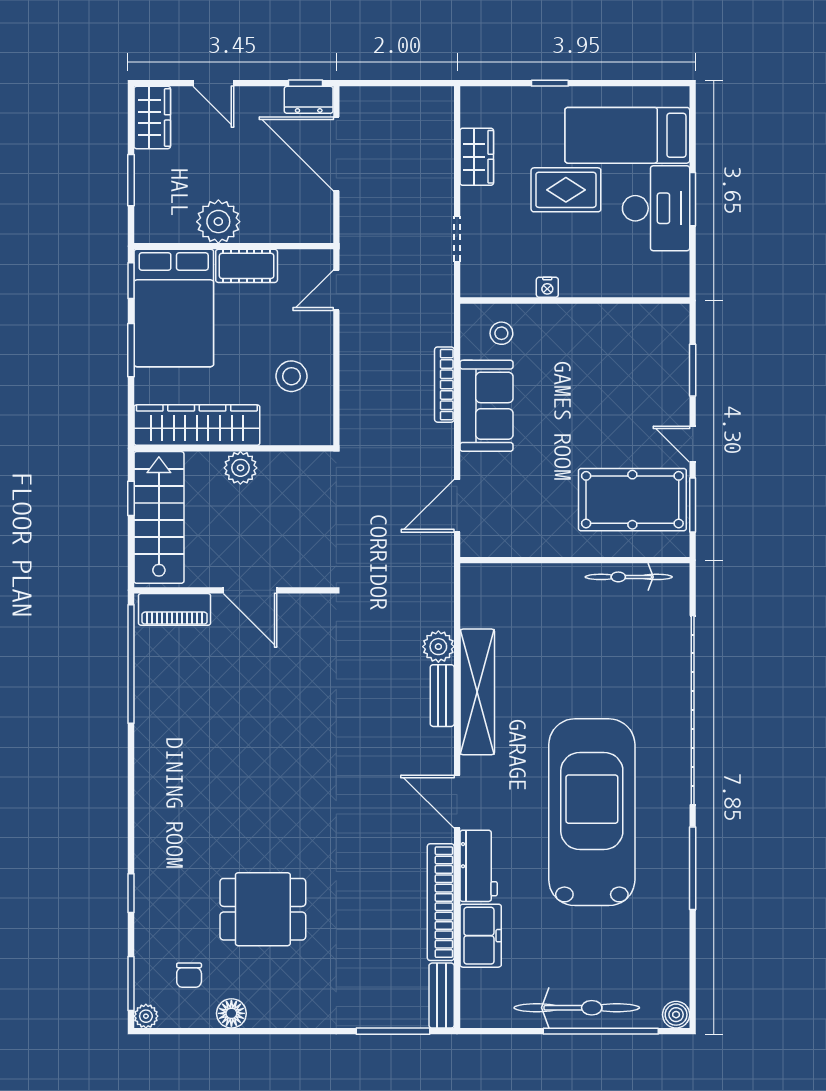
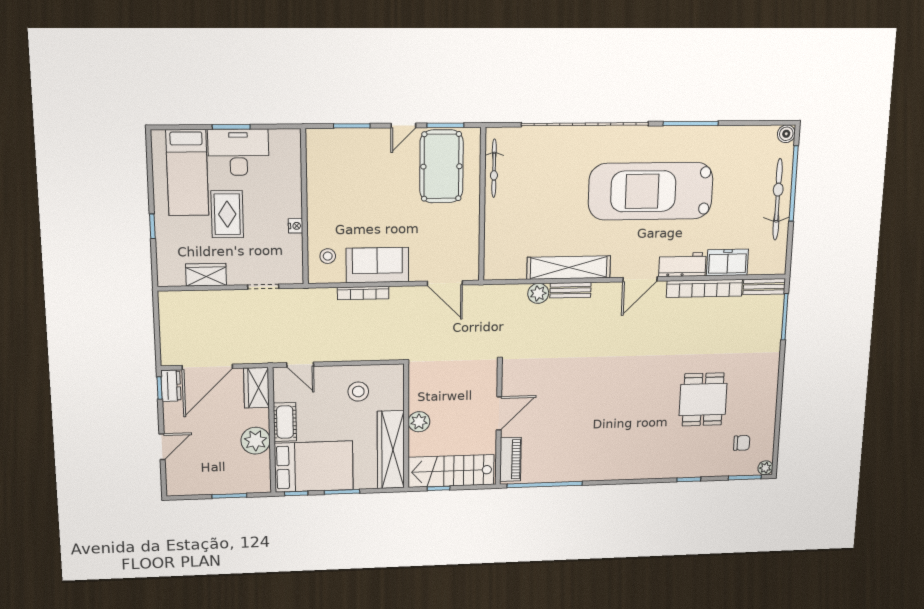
wardrobe: (152, 117) -> (256, 388), moved, turned -90
floor lamp: (231, 1013) -> (767, 417), removed

